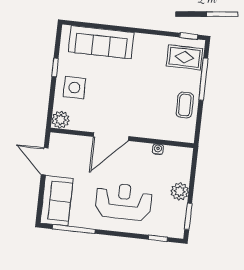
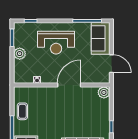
side table: (74, 88) -> (97, 115), removed

